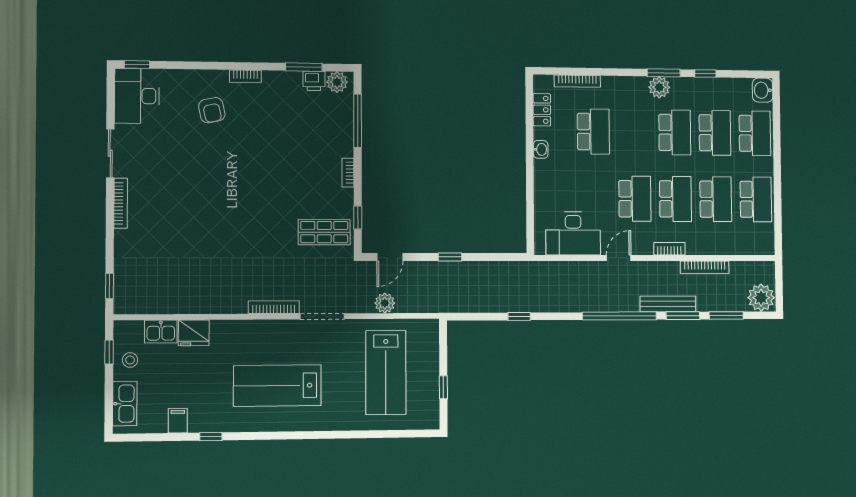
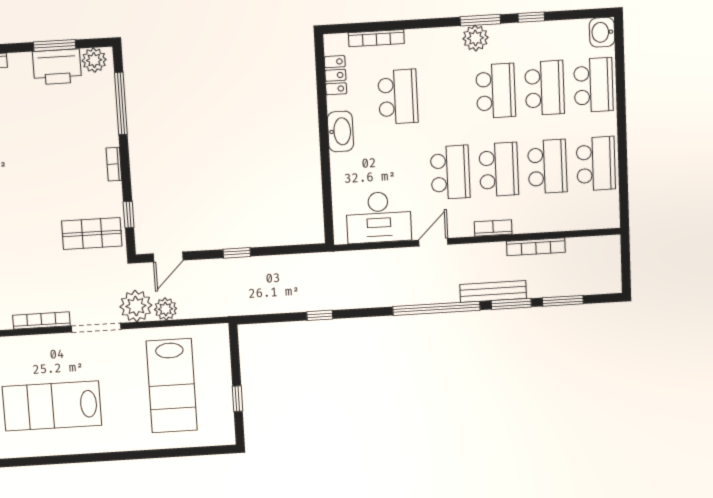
printer: (314, 81) -> (57, 67), width x1.87, depth x1.48
washbasin: (541, 149) -> (340, 131), width x1.91, depth x1.45
plant: (761, 298) -> (136, 306), moved

